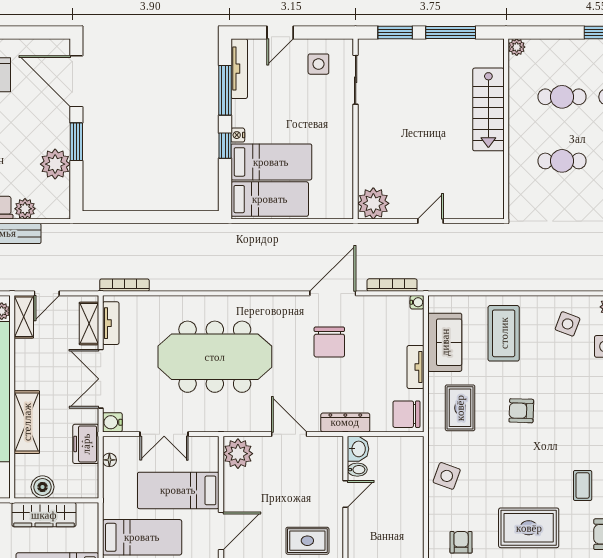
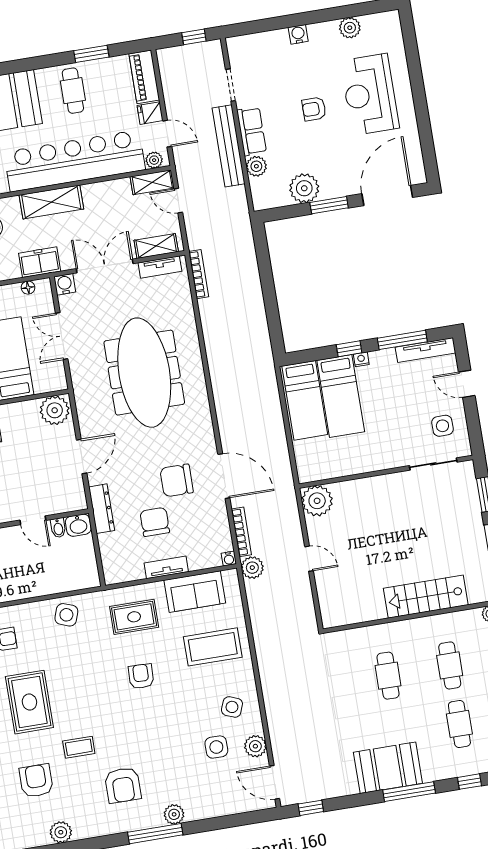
plant: (430, 280) -> (252, 568), added
chair: (406, 414) -> (155, 522), moved

